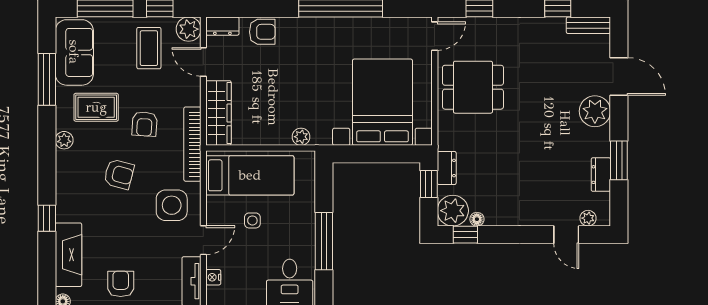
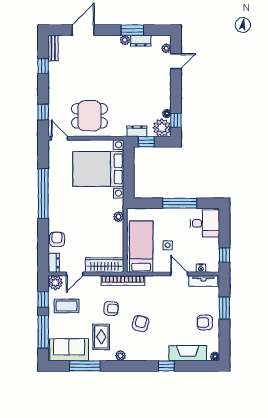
dining table: (473, 87) -> (89, 116), turned 90
plant: (595, 111) -> (125, 40), moved, width x0.53, depth x0.53
side table: (172, 205) -> (159, 293), removed

